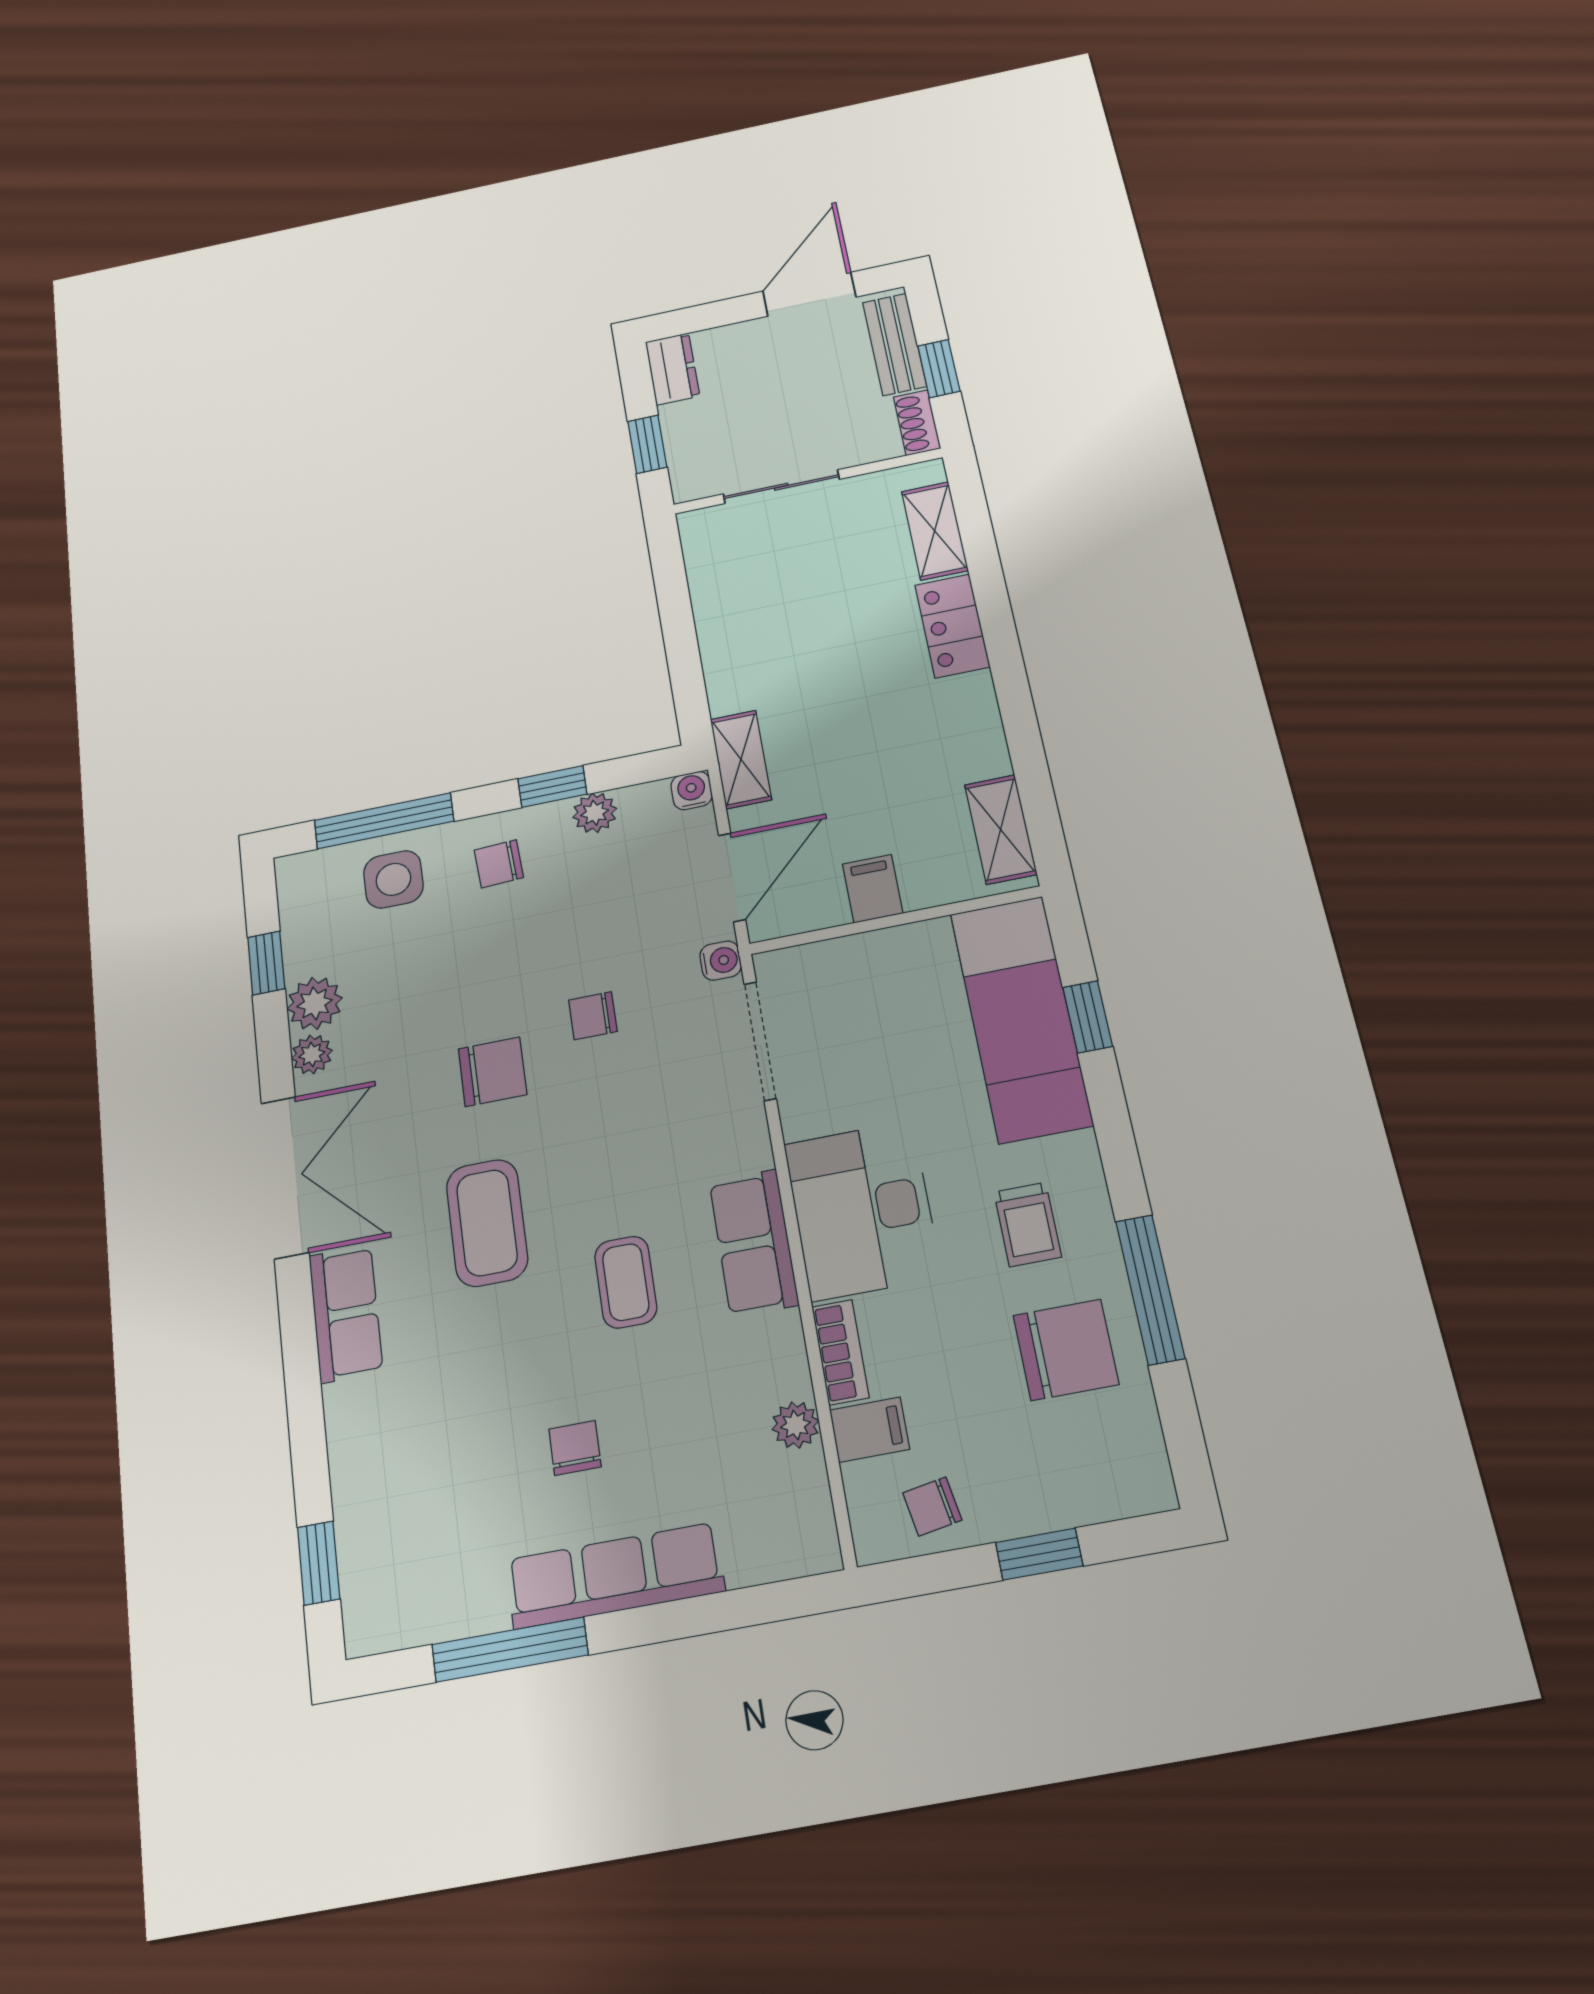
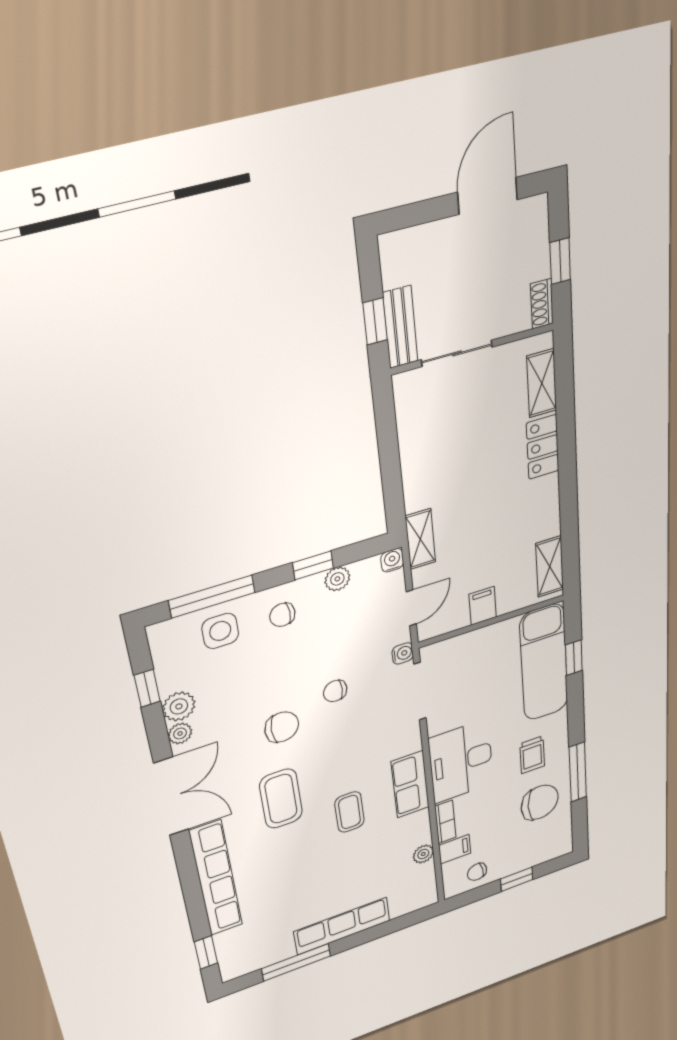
bench: (894, 344) -> (400, 327), moved
dresser: (672, 369) -> (394, 259), removed
door: (732, 877) -> (411, 608), width x0.73
row of seats: (346, 1313) -> (216, 878), width x2.02
chair: (575, 1448) -> (325, 883), removed

